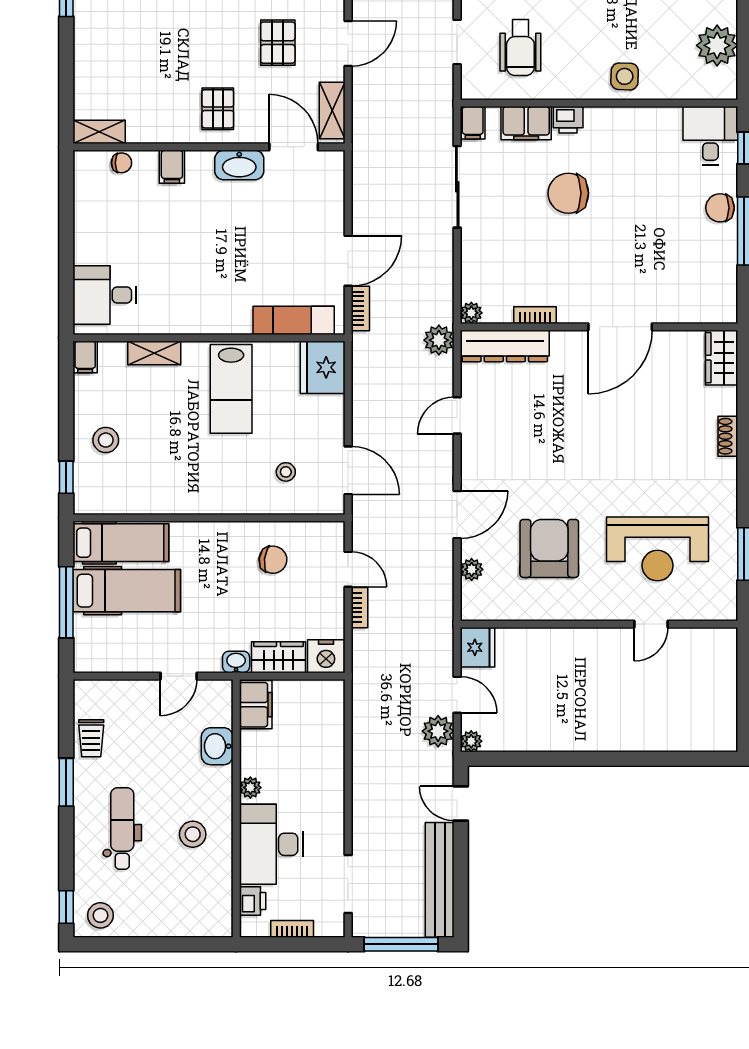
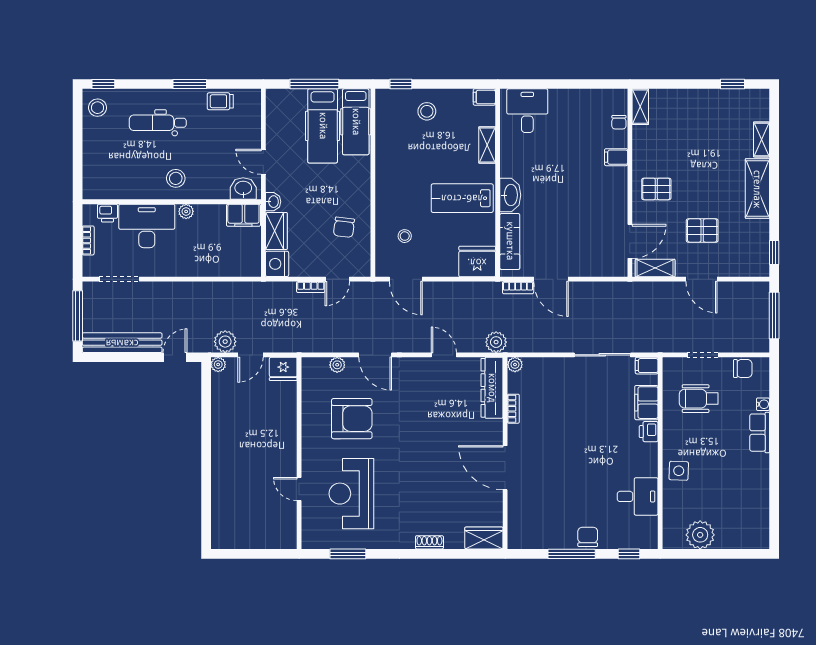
desk: (710, 136) -> (638, 496), moved
washbasin: (239, 165) -> (510, 195), moved, turned 180
chair: (568, 193) -> (598, 432), removed
door: (348, 470) -> (406, 279), hinge flipped
washbasin: (217, 746) -> (243, 189), moved
dental chair: (122, 829) -> (158, 123), turned 180
stool: (193, 834) -> (176, 178), moved

